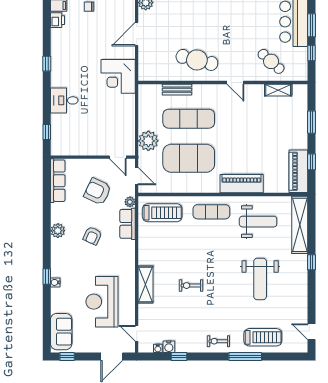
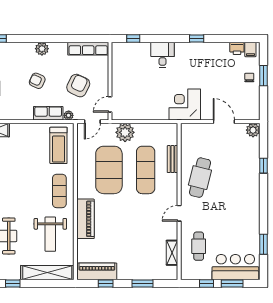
cafe table: (271, 61) -> (199, 246), turned -42

